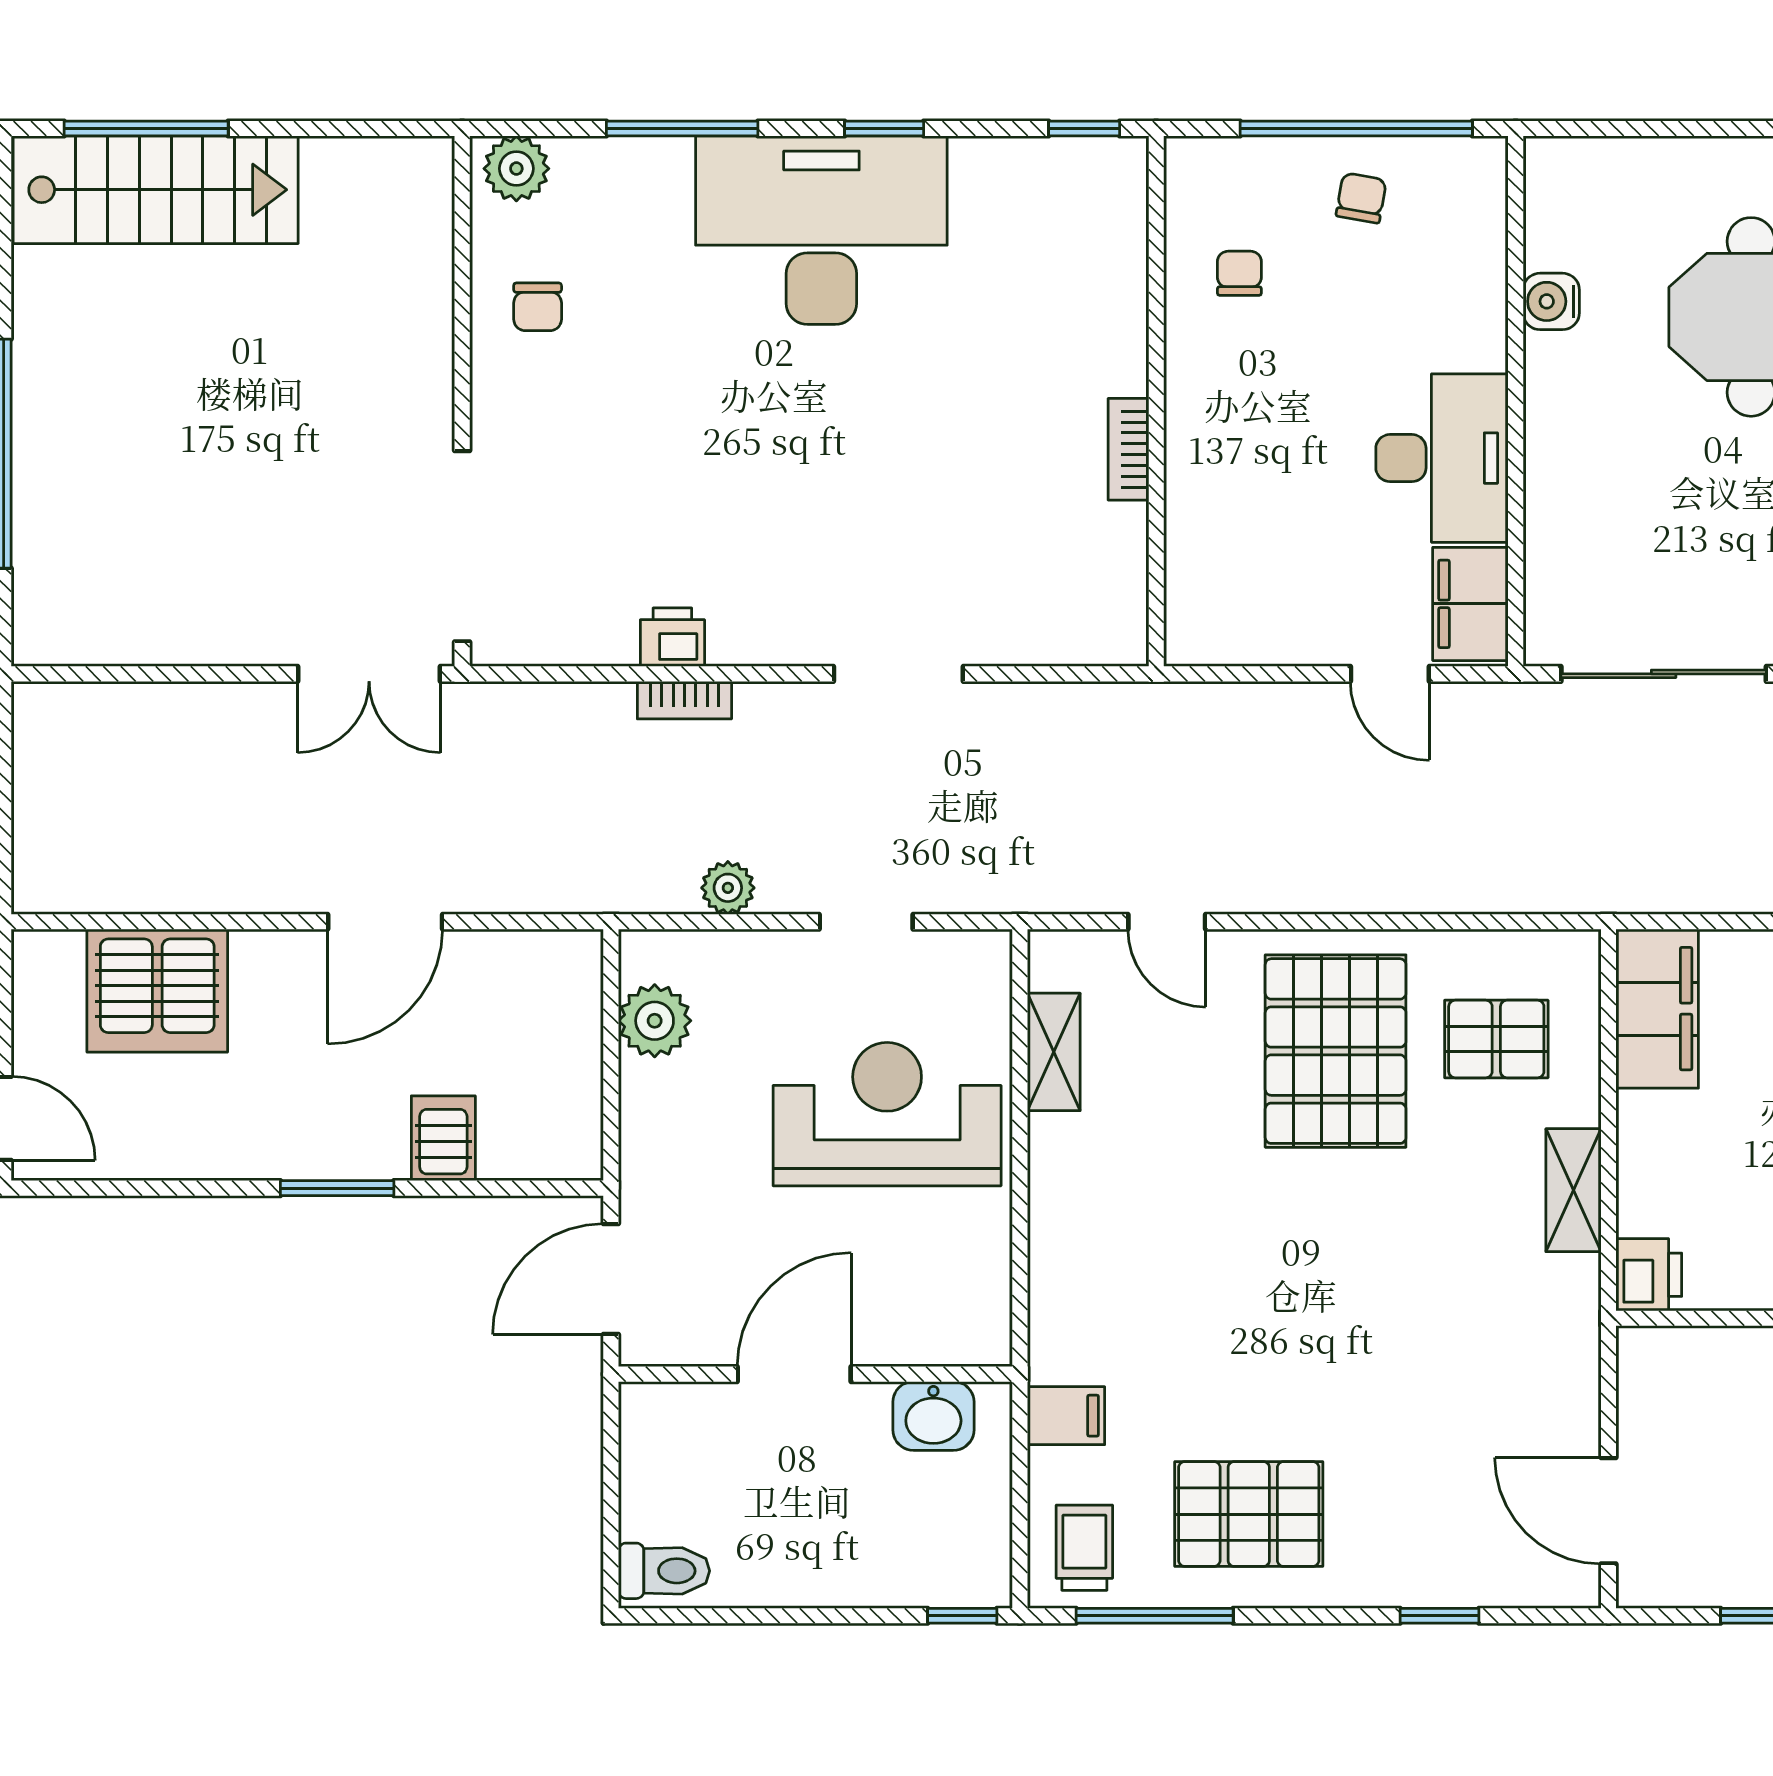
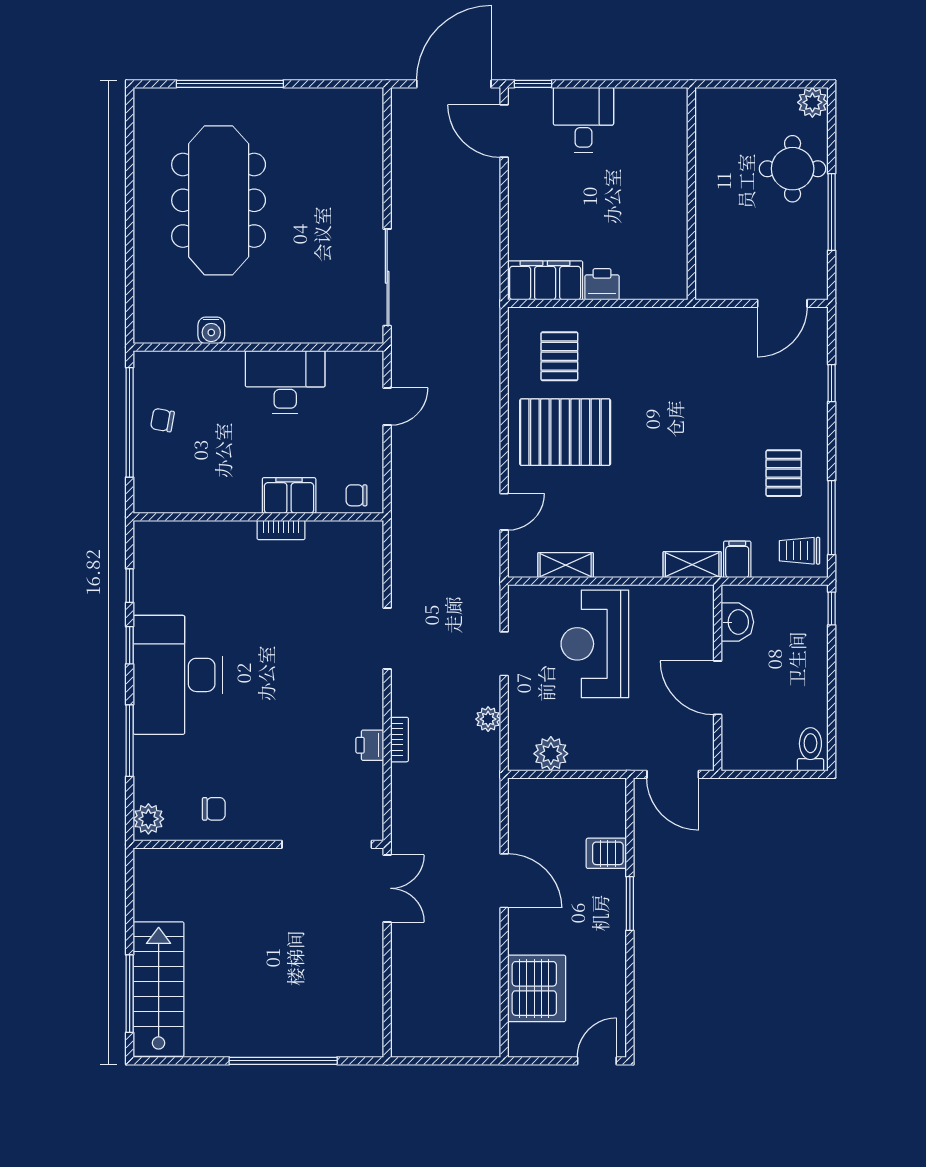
window: (1084, 129) -> (130, 586), moved
chair: (1239, 273) -> (357, 495), moved
filing cabinet: (1470, 604) -> (289, 496), moved, turned 180
shelving: (1573, 1190) -> (692, 565), moved
printer: (1649, 1275) -> (602, 284), moved
pallet: (1249, 1514) -> (784, 473), width x0.67, depth x0.71

